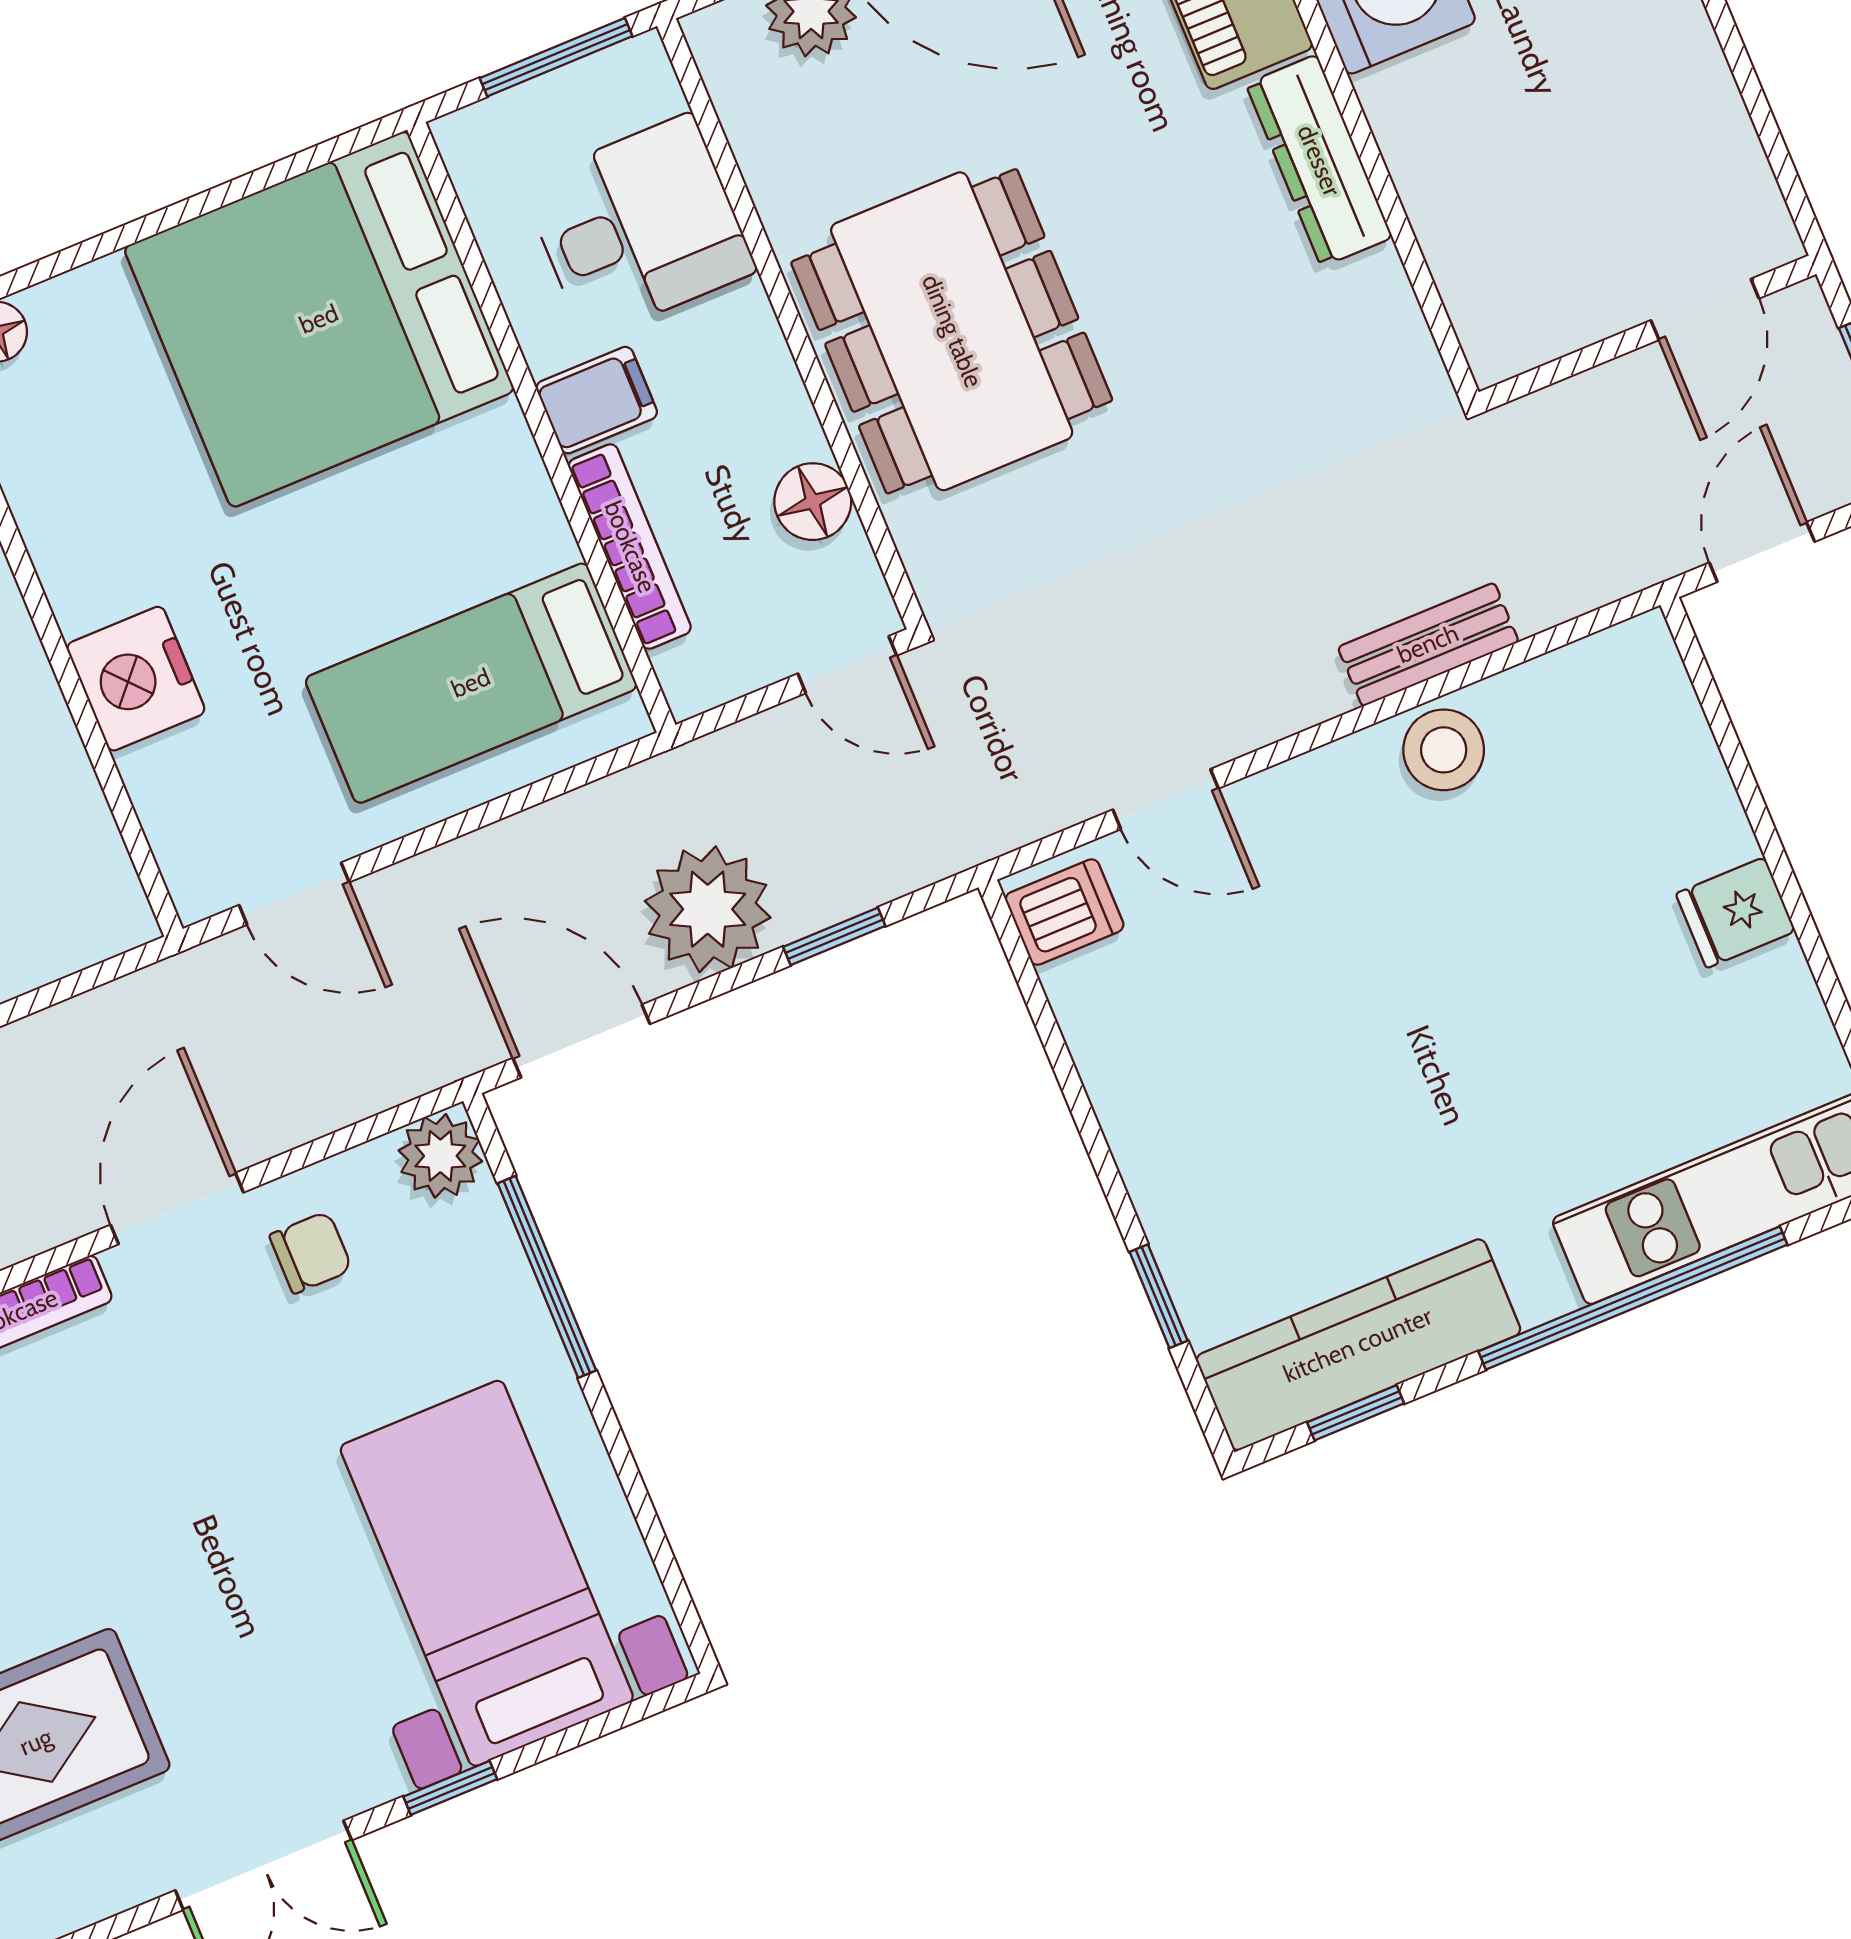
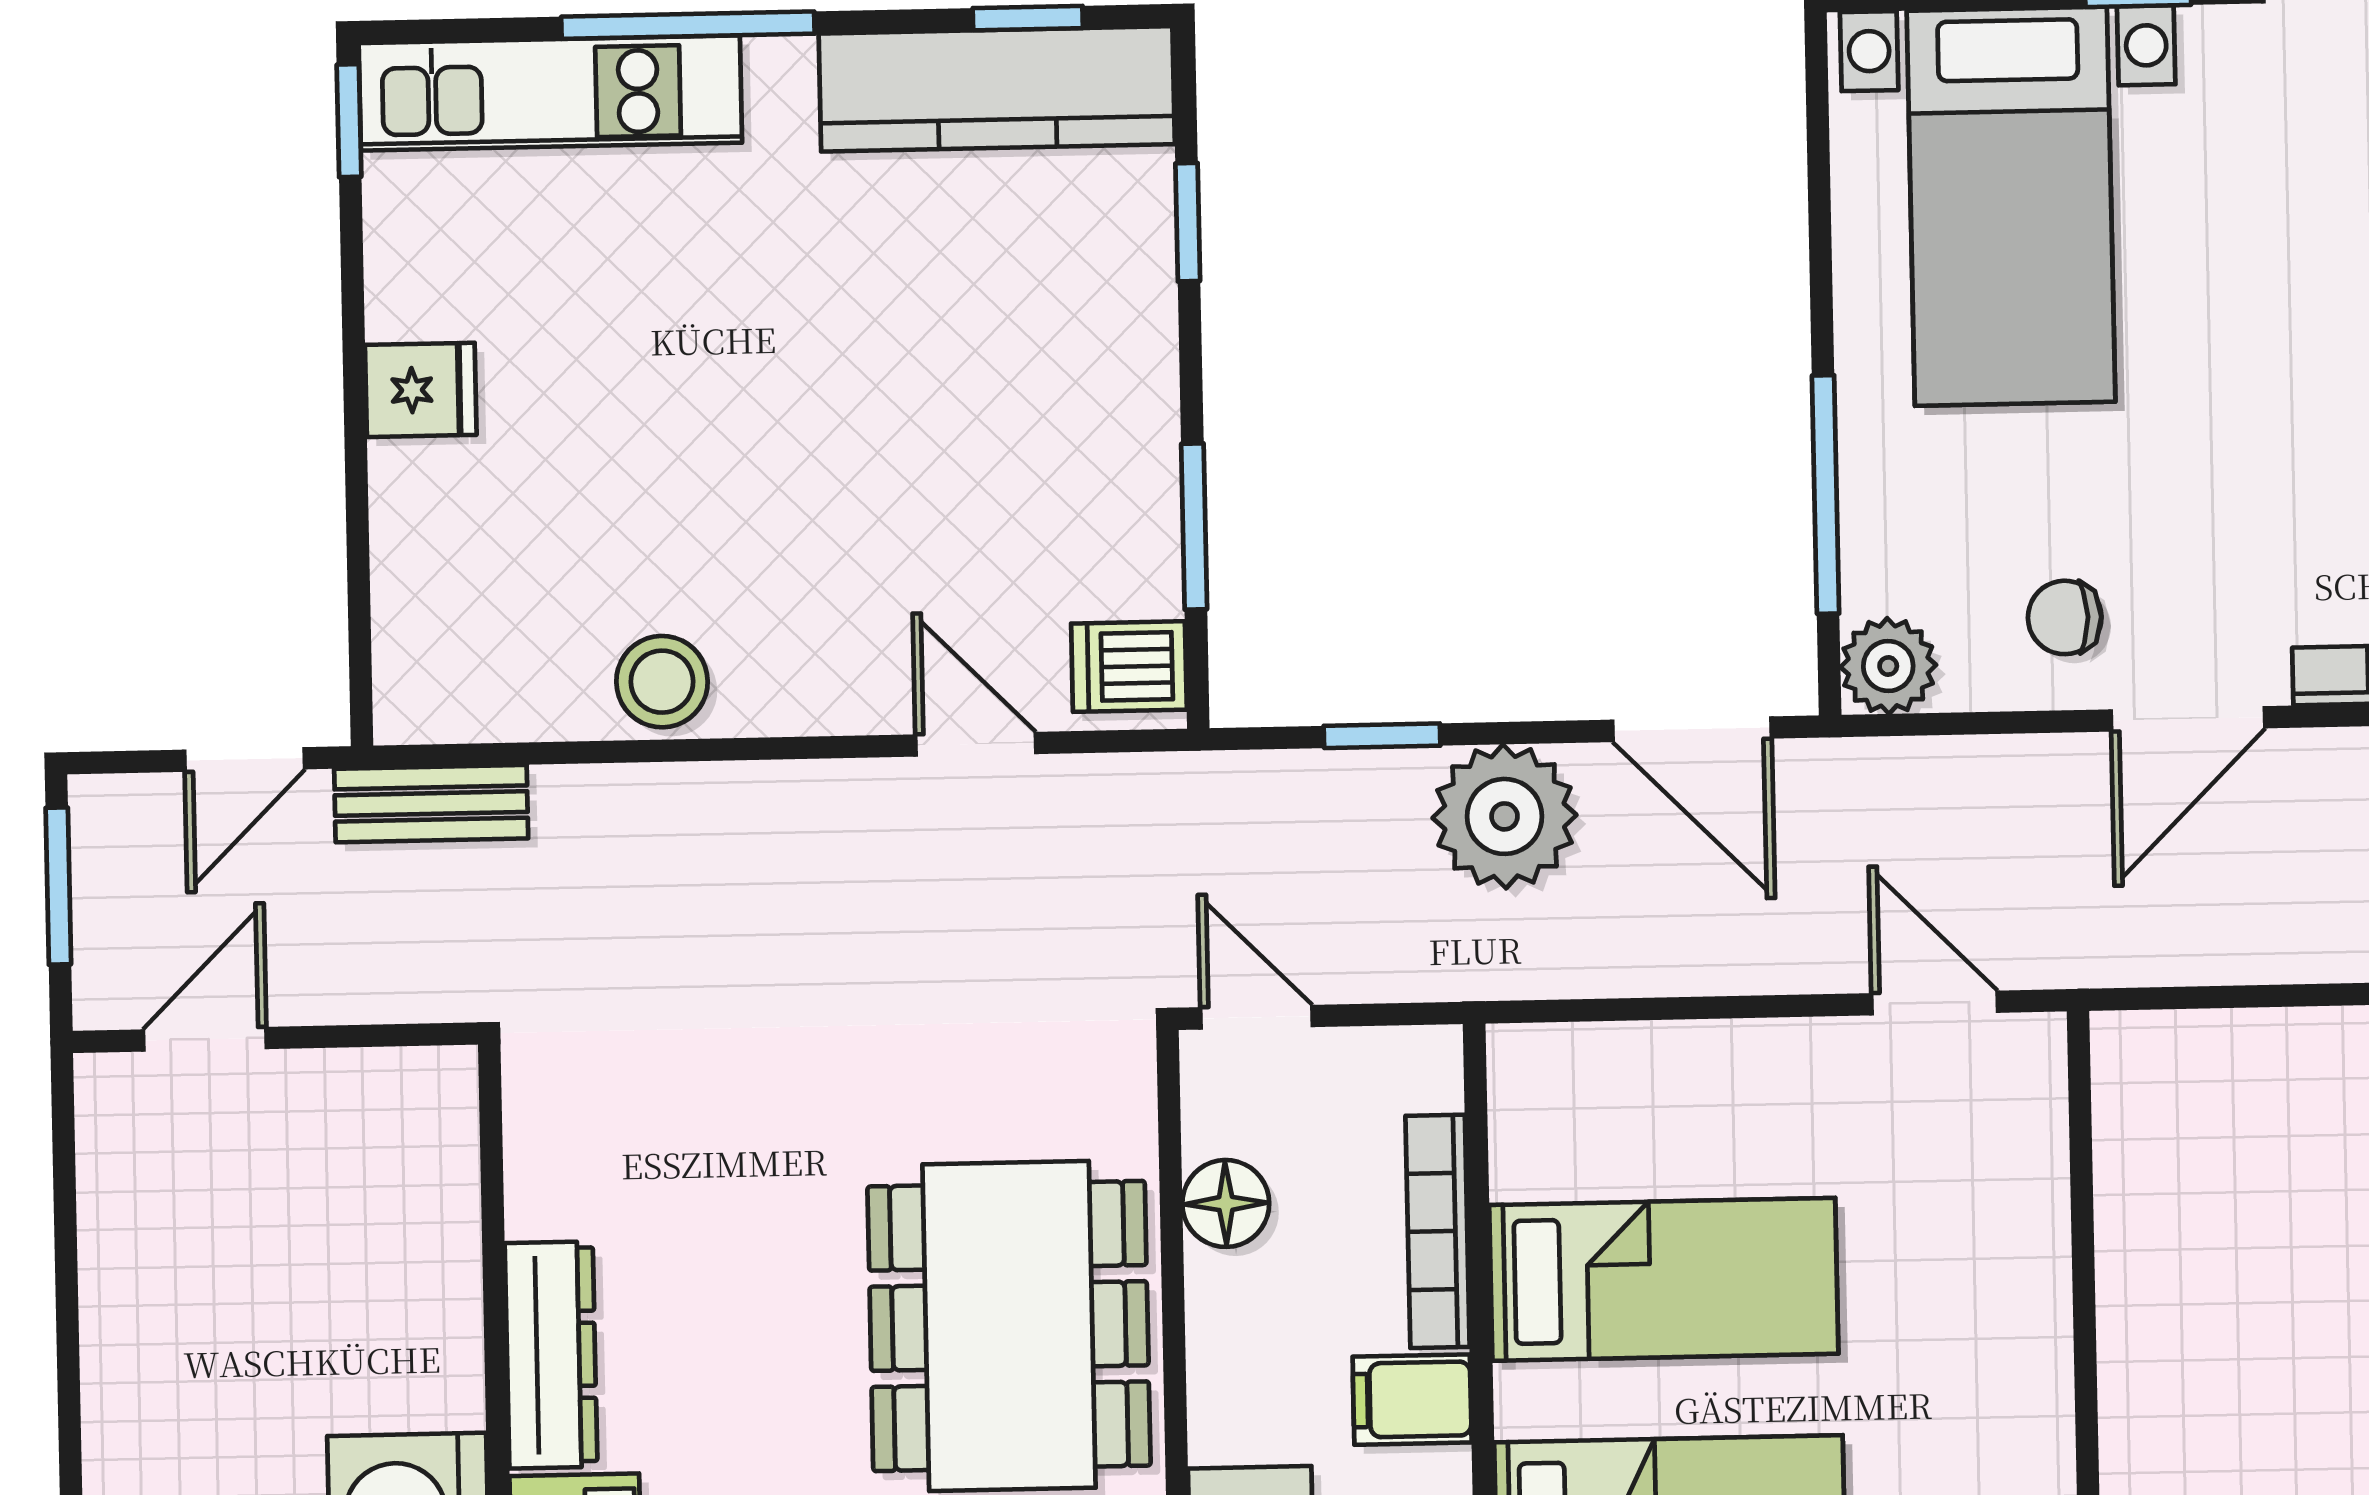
bench: (1428, 644) -> (431, 804), moved
nightstand: (136, 679) -> (2013, 1295), removed
bed: (471, 683) -> (1664, 1279), moved
window: (1056, 1048) -> (1194, 527), added
window: (1633, 1298) -> (688, 25), width x0.68

